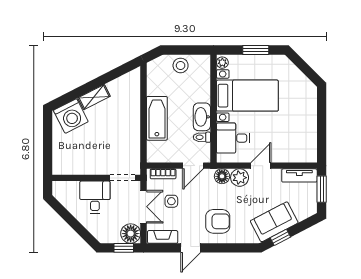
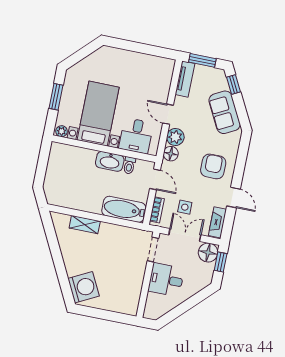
stool: (181, 65) -> (56, 172), removed
shelving: (94, 97) -> (85, 225), moved, turned -63
bathtub: (157, 118) -> (124, 209), moved
window: (280, 237) -> (234, 84), moved

